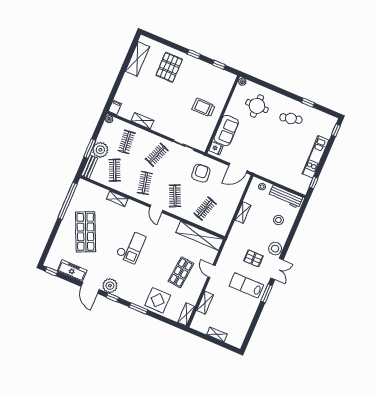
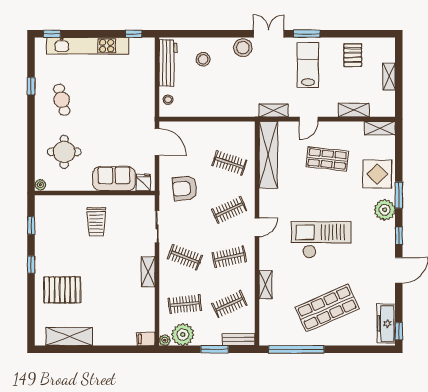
shelving: (142, 121) -> (148, 272), moved
plant: (100, 150) -> (183, 335), moved
kitchen unit: (315, 157) -> (88, 46), width x1.36
shelving: (243, 213) -> (274, 110), moved
checkout: (131, 247) -> (321, 240), width x1.36, depth x1.21
pallet: (254, 258) -> (353, 55), moved
freezer: (72, 271) -> (386, 323), moved
lab bench: (246, 285) -> (308, 65), turned 180
plant: (110, 286) -> (385, 210), moved

